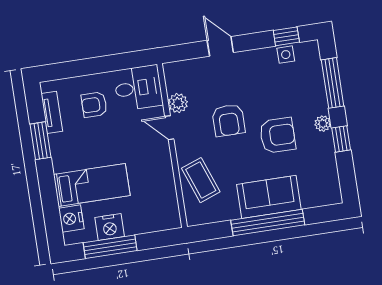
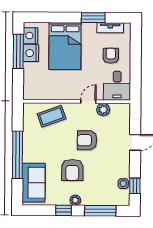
bed: (92, 185) -> (65, 46), width x1.50
sofa: (269, 197) -> (34, 183), moved
nightstand: (71, 219) -> (30, 36), moved, turned -90

